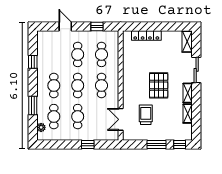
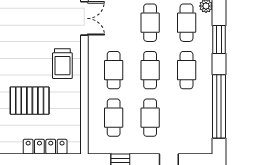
window: (33, 62) -> (219, 106), width x3.17
pallet: (159, 85) -> (30, 101), moved, turned 90
trolley: (146, 115) -> (62, 64), moved

